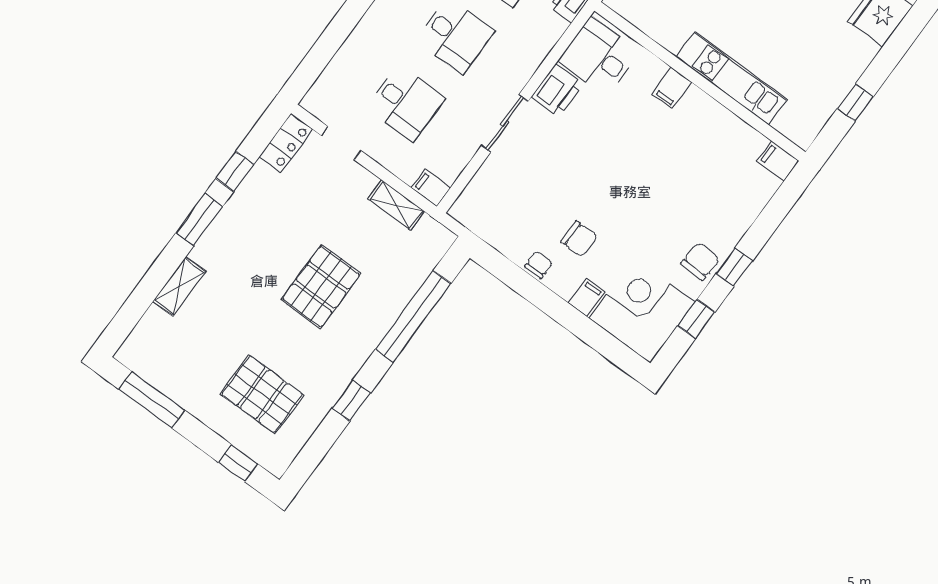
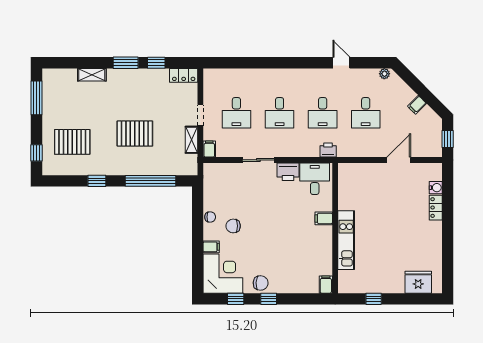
doorway: (341, 143) -> (200, 115), moved
chair: (579, 239) -> (233, 226), turned 90
pallet: (262, 394) -> (72, 142), turned 90

